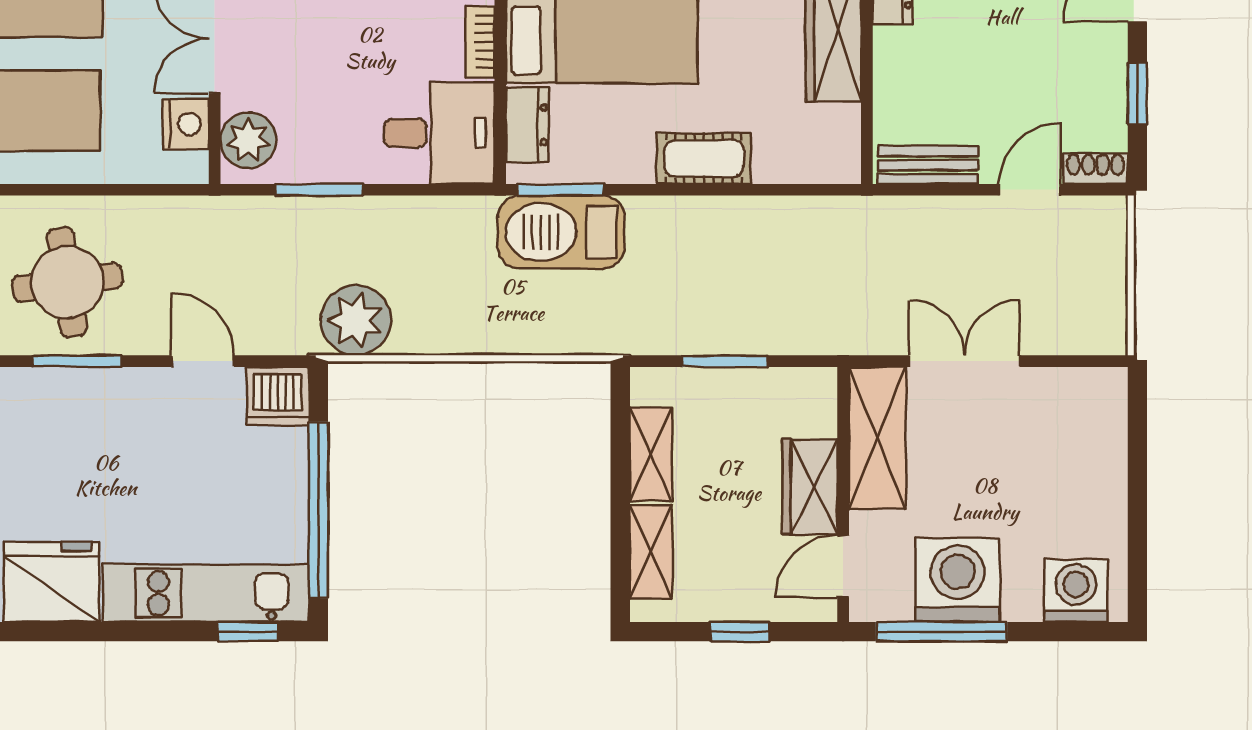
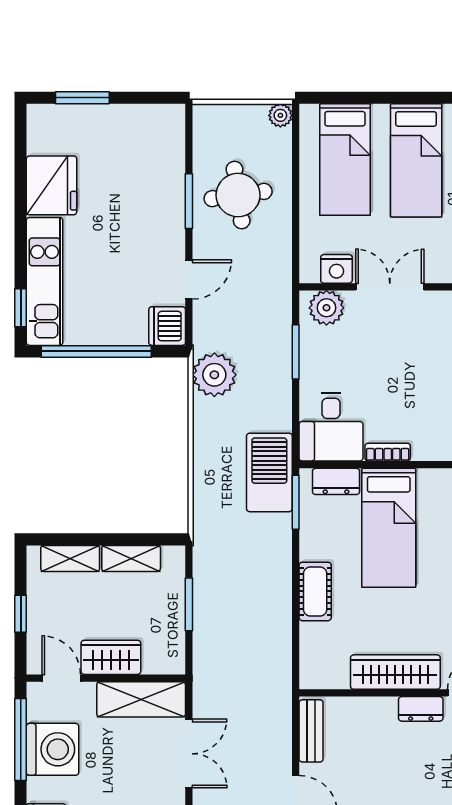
barbecue: (561, 232) -> (269, 472), moved

